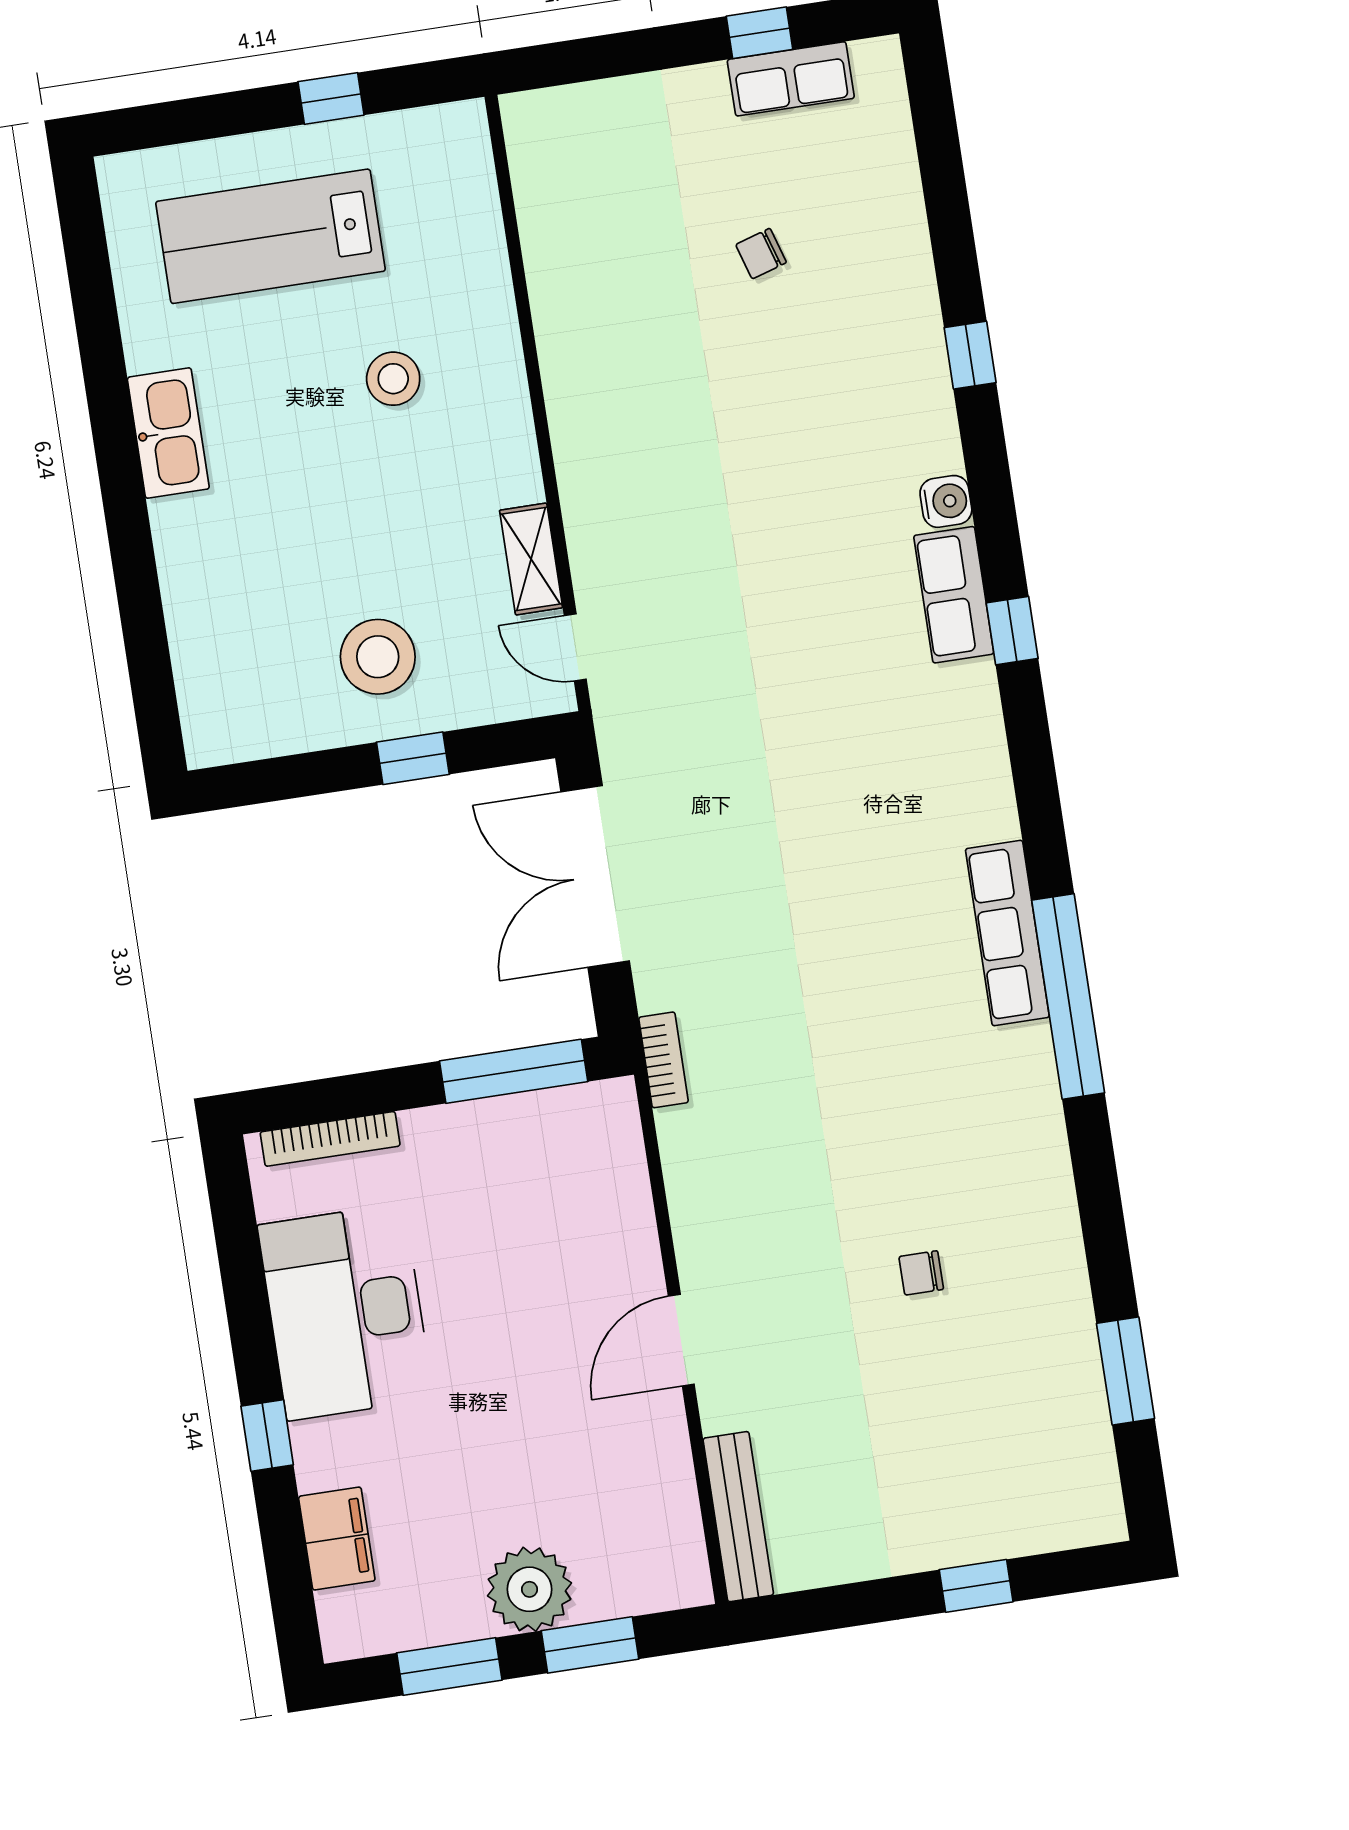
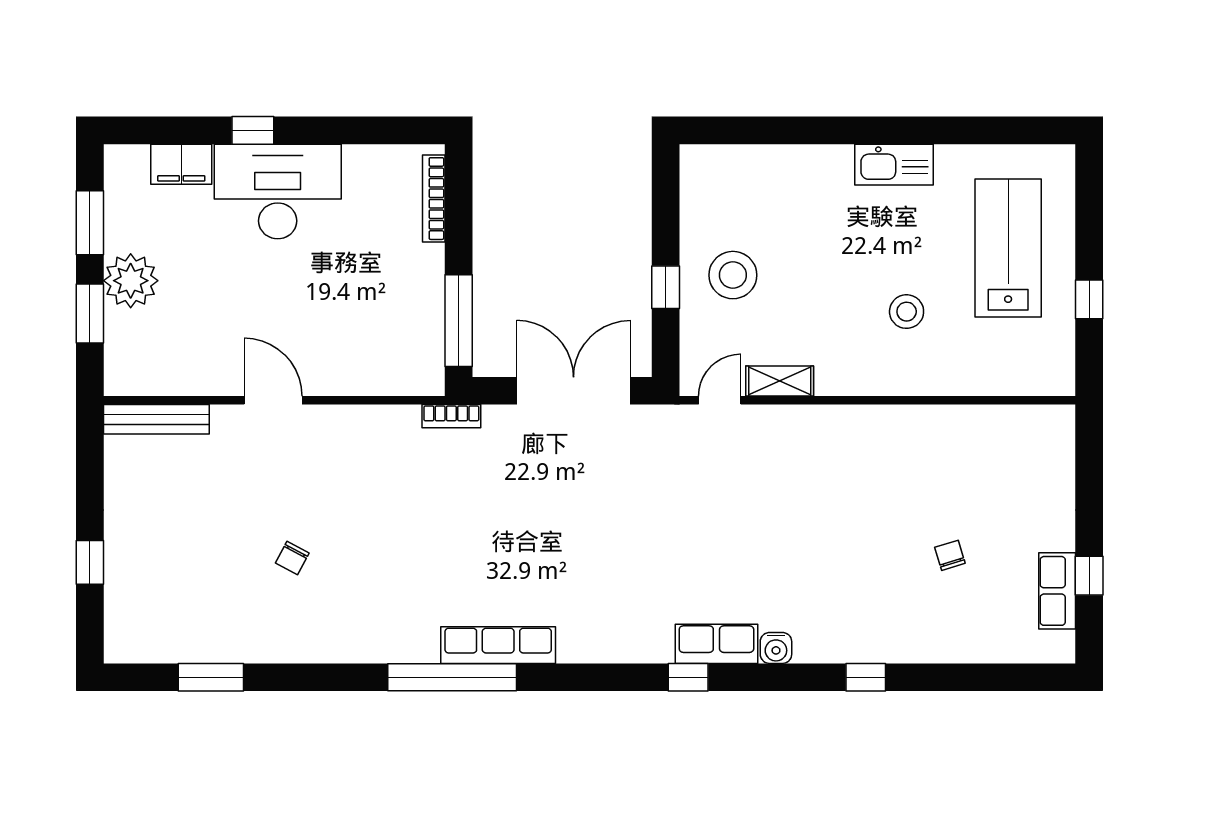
chair: (921, 1273) -> (292, 558), turned -152
desk: (345, 1312) -> (278, 191), moved

